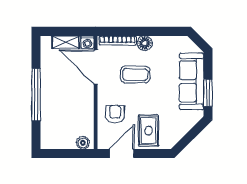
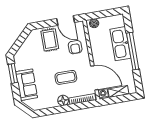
sofa: (191, 81) -> (27, 85), width x0.73
kitchen sink: (51, 108) -> (120, 44), added
door: (122, 154) -> (66, 21), hinge flipped

